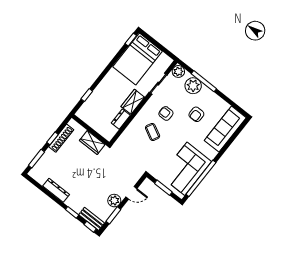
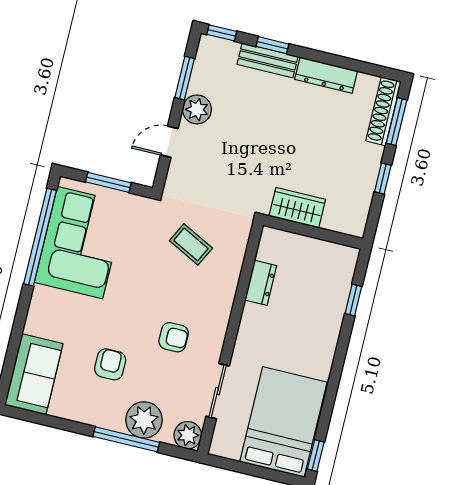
wardrobe: (133, 102) -> (252, 330), removed
sofa: (225, 129) -> (34, 374), width x0.73
coffee table: (153, 132) -> (191, 244), moved
shoe rack: (61, 138) -> (383, 111), moved
bench: (92, 219) -> (268, 60), moved

